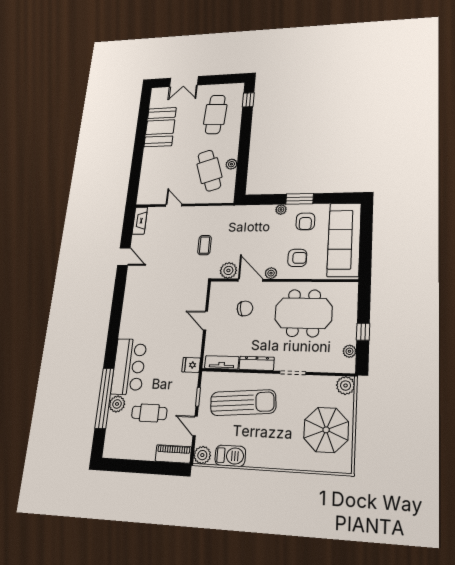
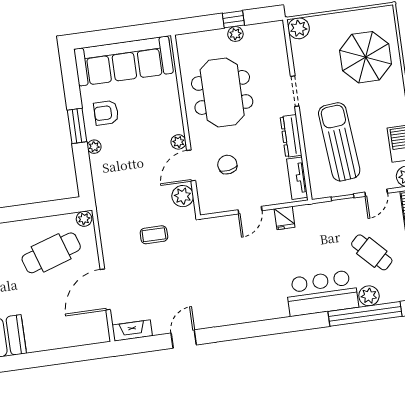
plant: (231, 164) -> (84, 219), moved
door: (174, 205) -> (105, 289), width x1.87
armchair: (305, 221) -> (106, 113), turned 180
armchair: (297, 258) -> (155, 114), removed
plant: (349, 351) -> (235, 34), moved
fridge: (191, 365) -> (285, 218), moved
cafe table: (149, 413) -> (372, 252), turned -44
parasol: (326, 430) -> (366, 57), moved

